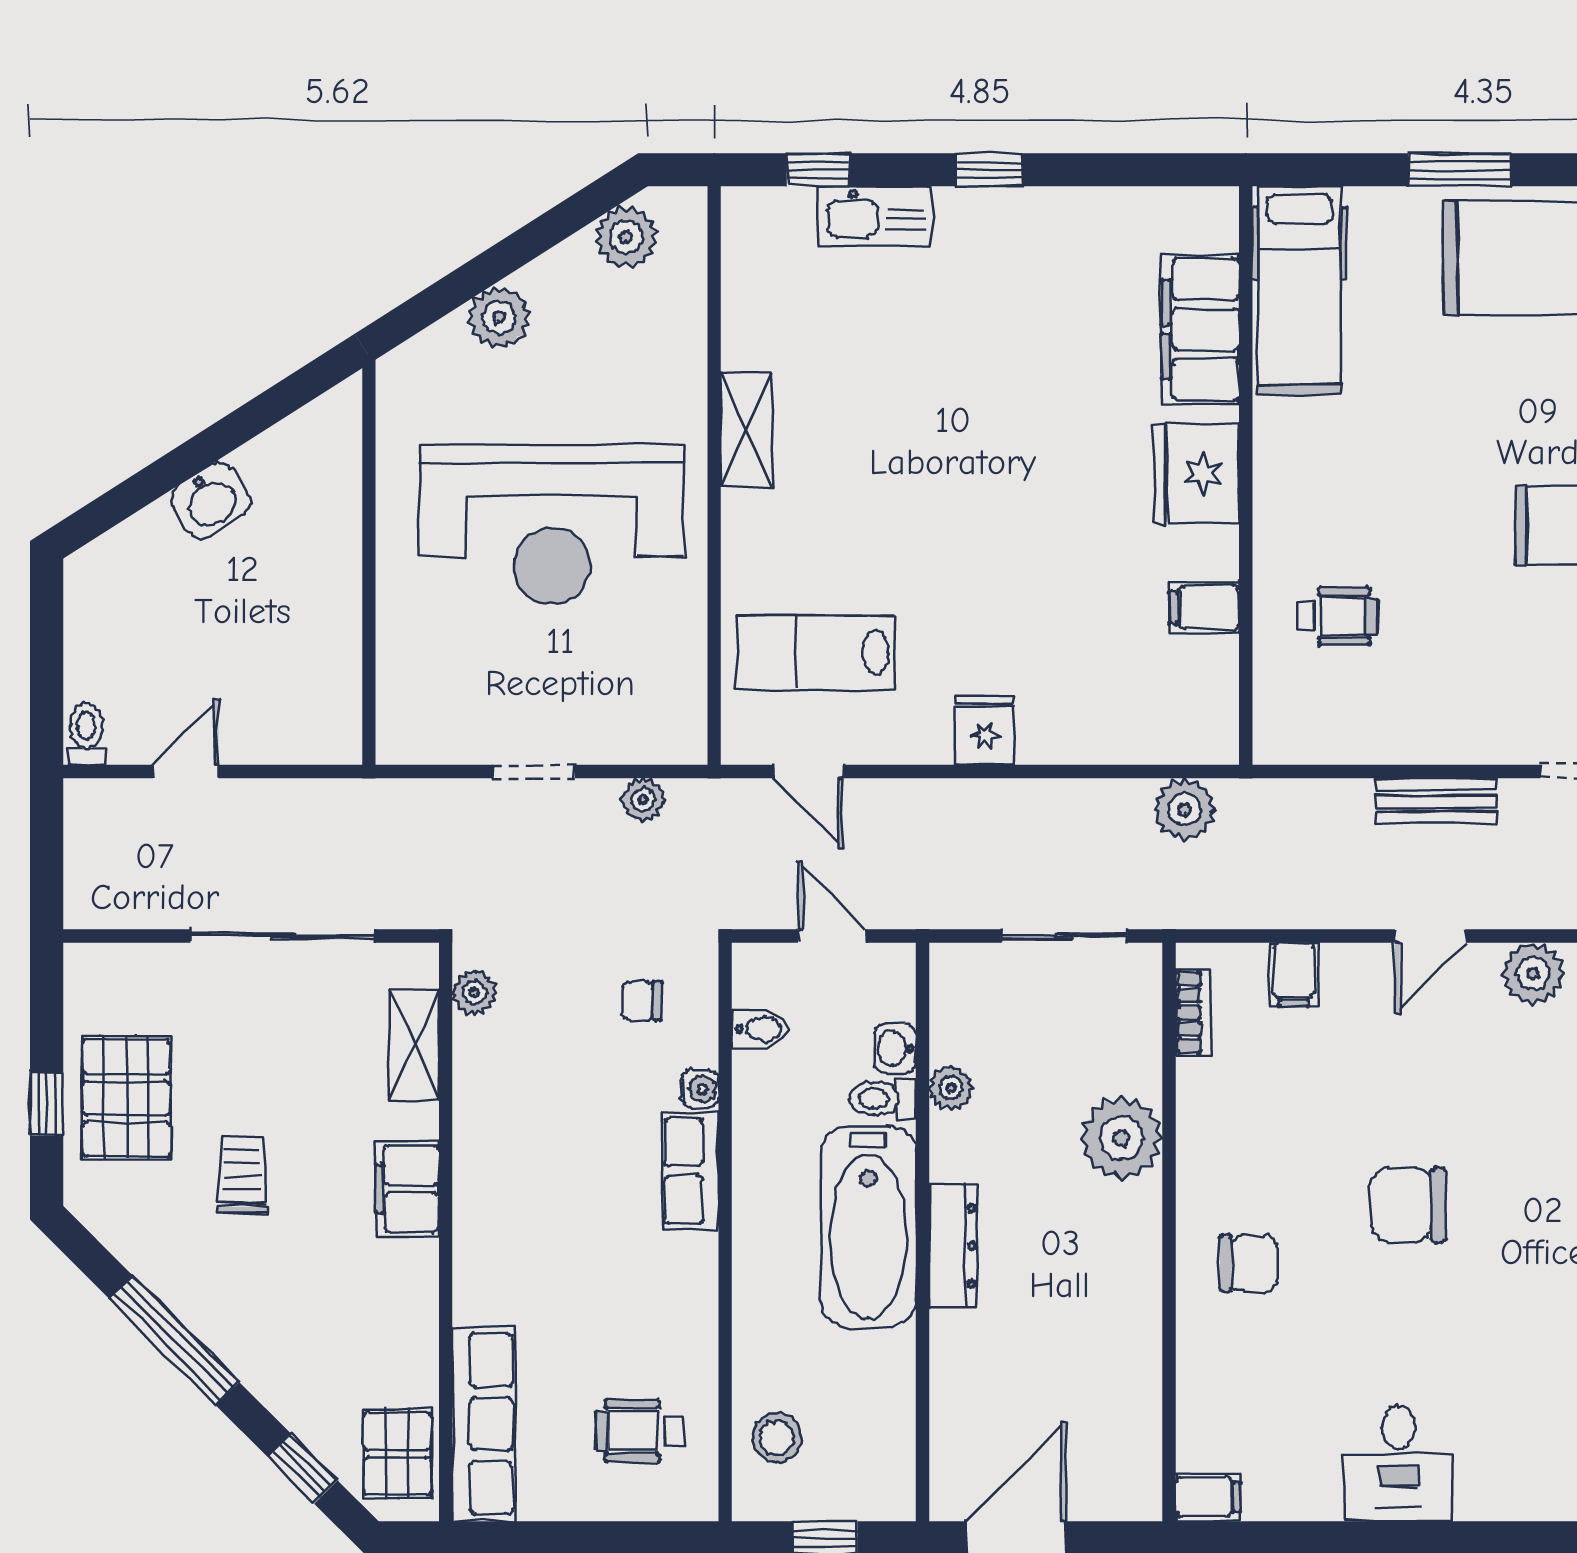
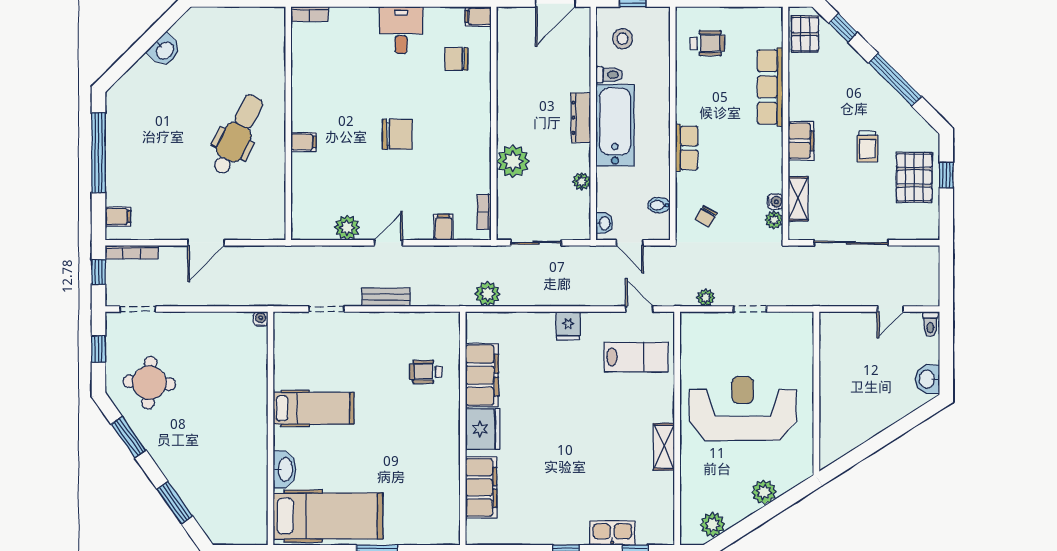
hospital bed: (1299, 291) -> (441, 503), removed
washbasin: (211, 500) -> (928, 379), moved, turned -57
filing cabinet: (1204, 607) -> (482, 375), width x3.00, depth x1.17
chair: (642, 1001) -> (706, 216), turned 120
washbasin: (895, 1048) -> (604, 223), moved
water cooler: (700, 1089) -> (775, 202), moved, turned 180
toilet: (883, 1099) -> (609, 75), moved
chair: (1249, 1263) -> (456, 59), moved
row of seats: (484, 1424) -> (770, 87), moved
stool: (777, 1438) -> (622, 39), moved

